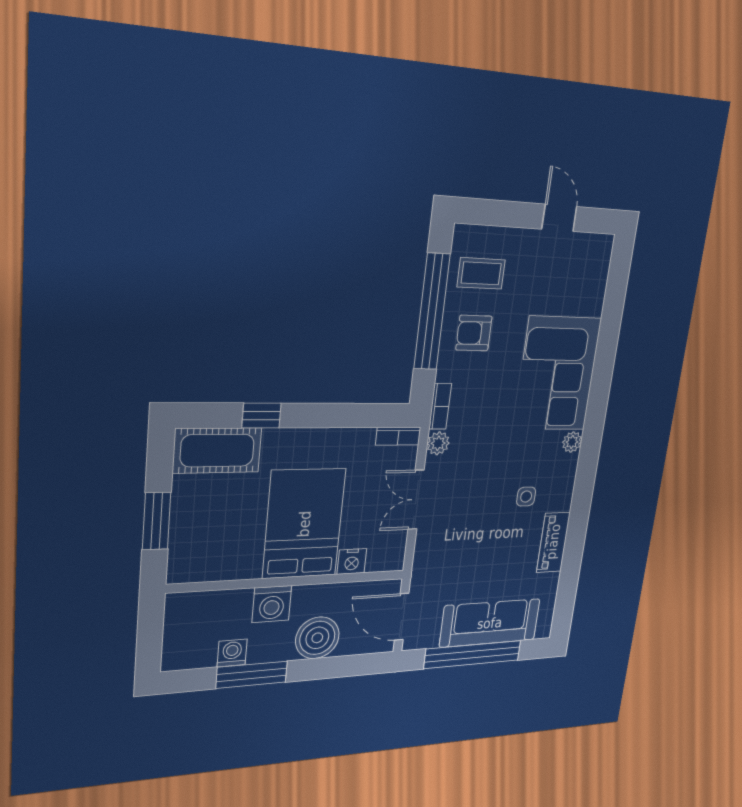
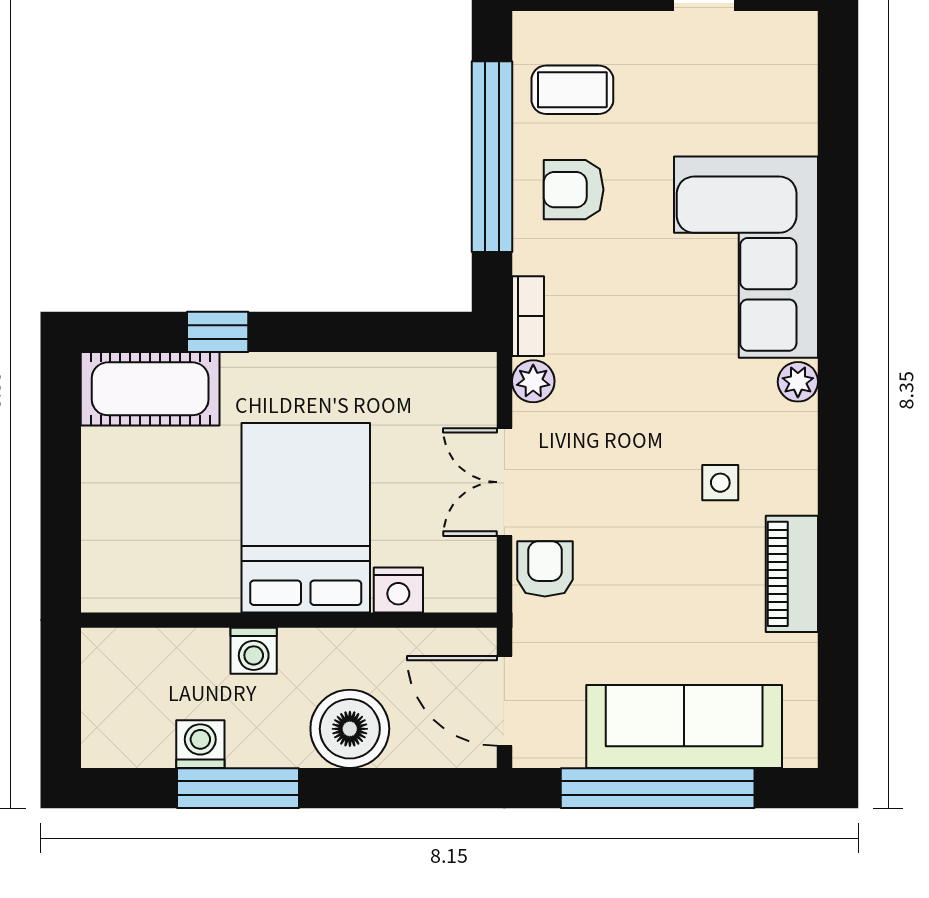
bookcase: (398, 436) -> (458, 368), removed
window: (157, 521) -> (61, 504), removed
armchair: (431, 546) -> (545, 569), added
washing machine: (272, 604) -> (254, 651), width x0.73, depth x0.73

